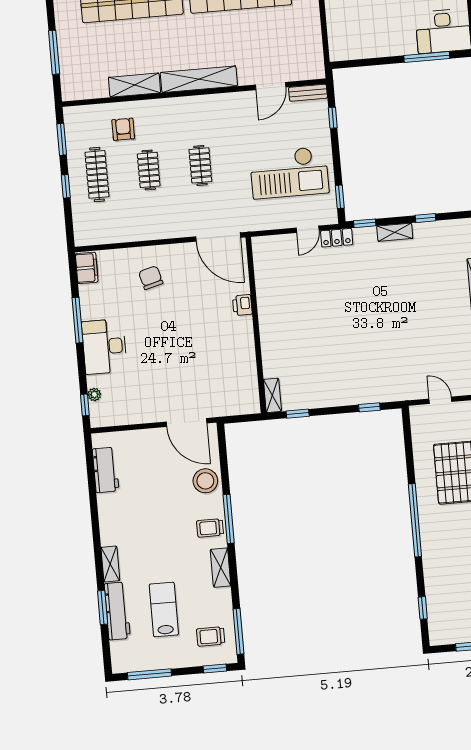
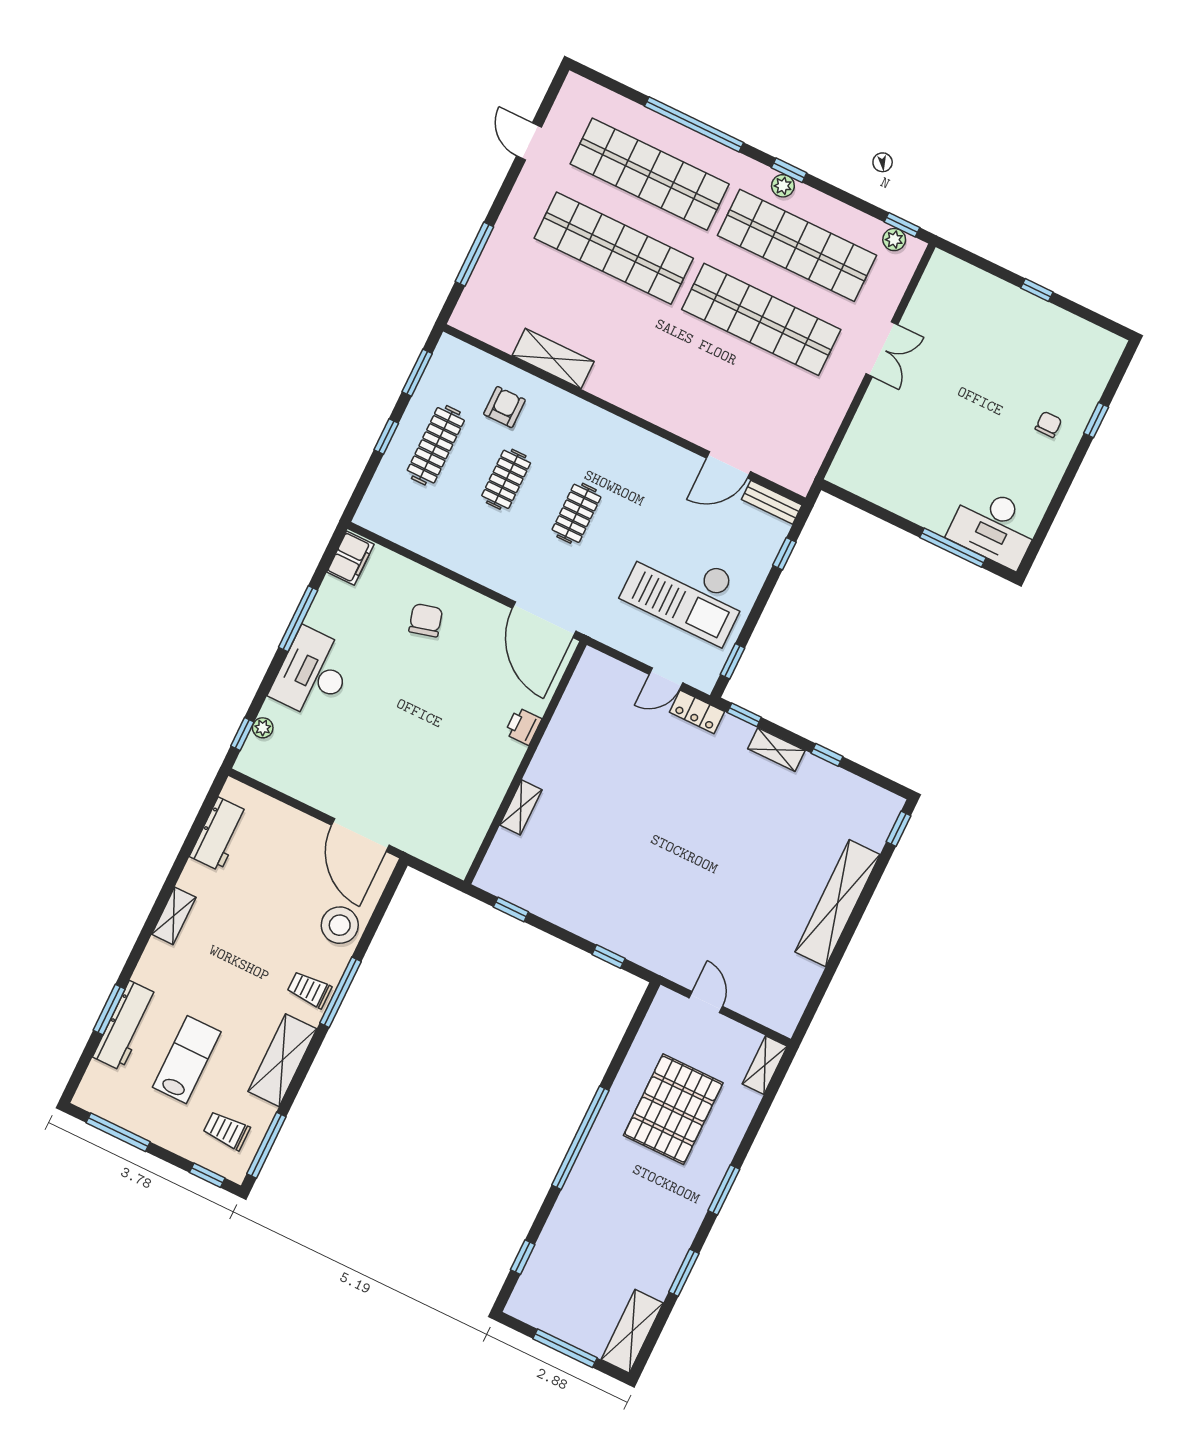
shelving: (199, 79) -> (641, 401), removed
shelving: (272, 395) -> (521, 807), moved
shelving: (110, 564) -> (174, 916), moved
shelving: (221, 568) -> (282, 1060), width x1.50, depth x1.33

